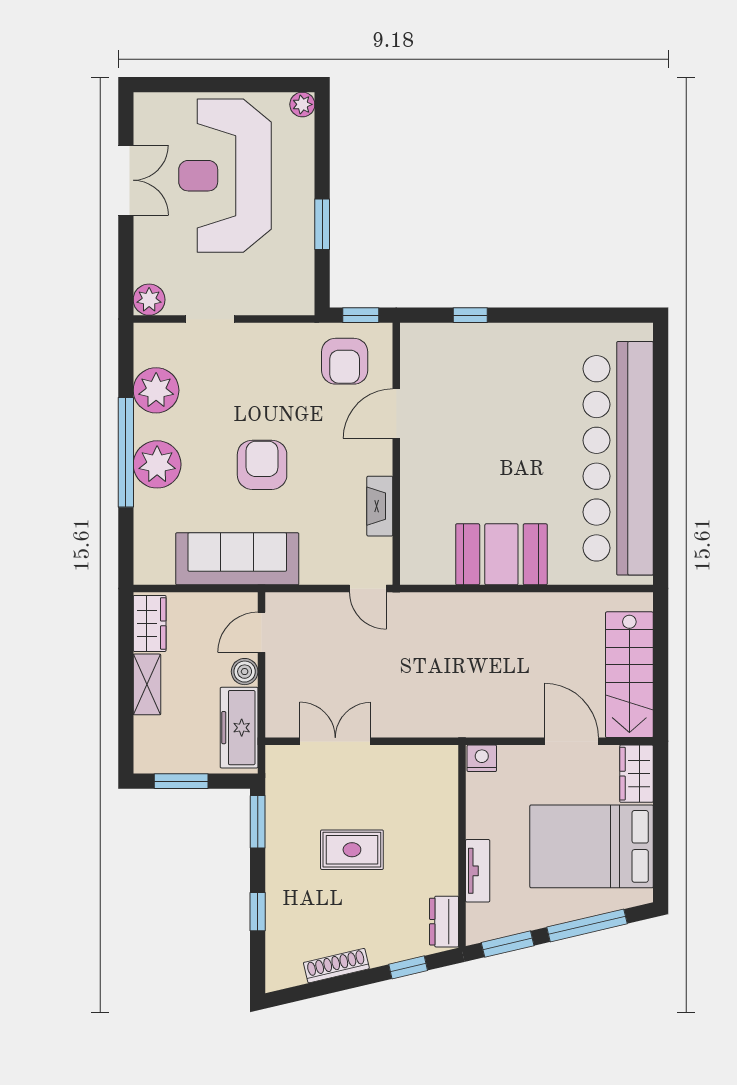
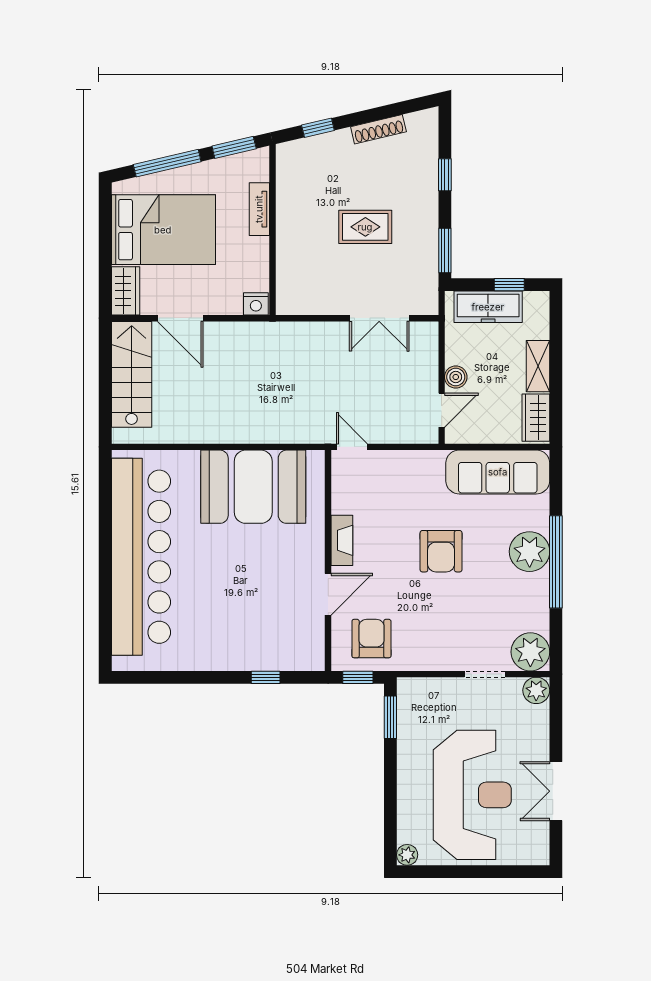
window: (322, 224) -> (390, 717), moved
plant: (156, 390) -> (530, 652), moved
fireplace: (380, 506) -> (342, 540), moved
booth: (501, 554) -> (253, 487), width x1.36, depth x1.42
sofa: (237, 559) -> (498, 472), moved
freezer: (239, 728) -> (488, 307), moved, turned 90
window: (181, 781) -> (509, 285), width x0.67
dresser: (444, 922) -> (288, 166), removed

